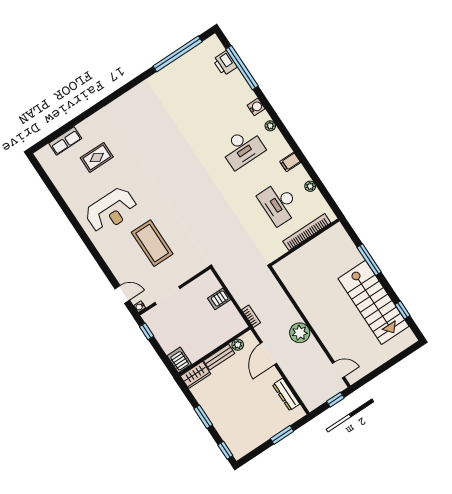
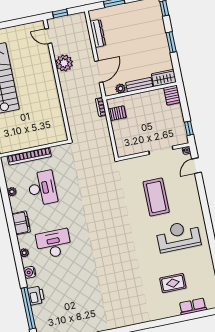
printer: (225, 63) -> (36, 295), moved
filing cabinet: (290, 162) -> (21, 223), width x2.00
door: (122, 294) -> (196, 166), hinge flipped
server rack: (219, 299) -> (117, 113), moved
plant: (300, 333) -> (64, 63), moved

